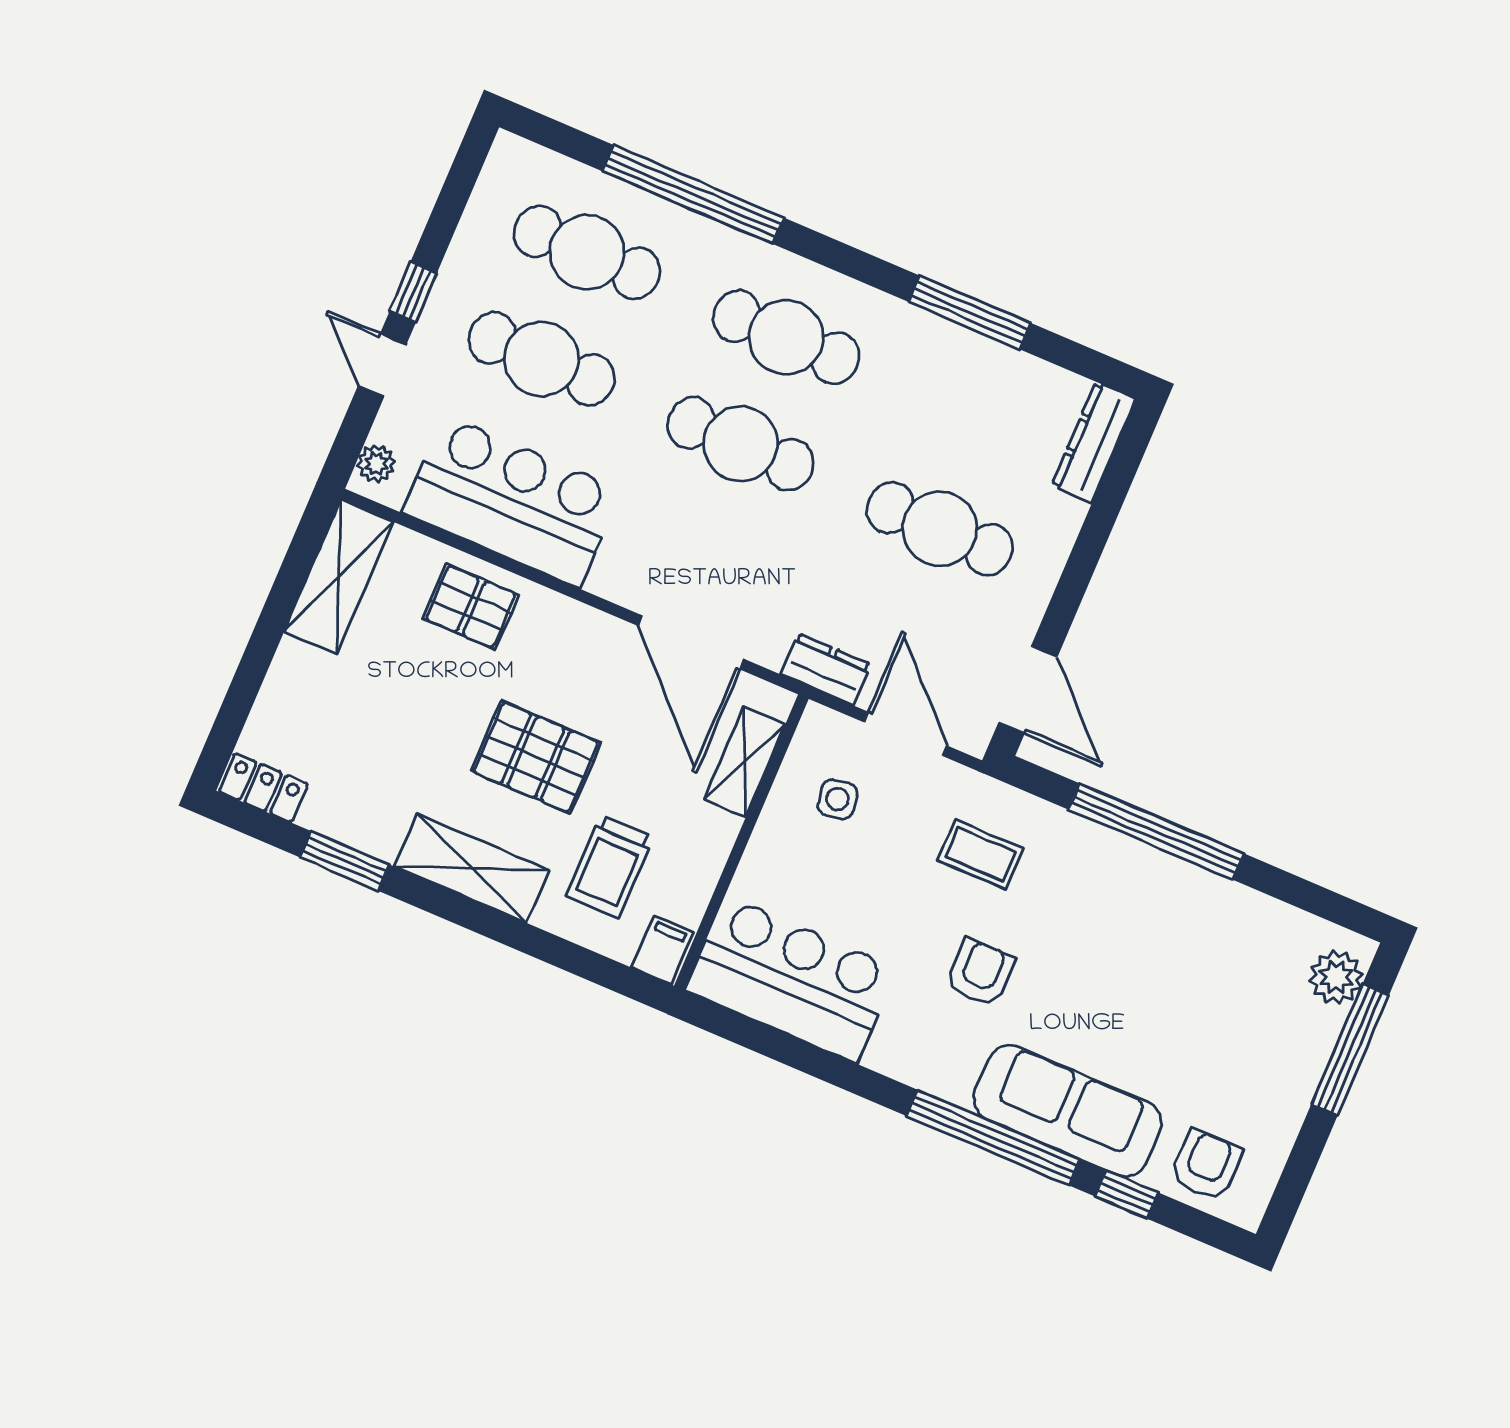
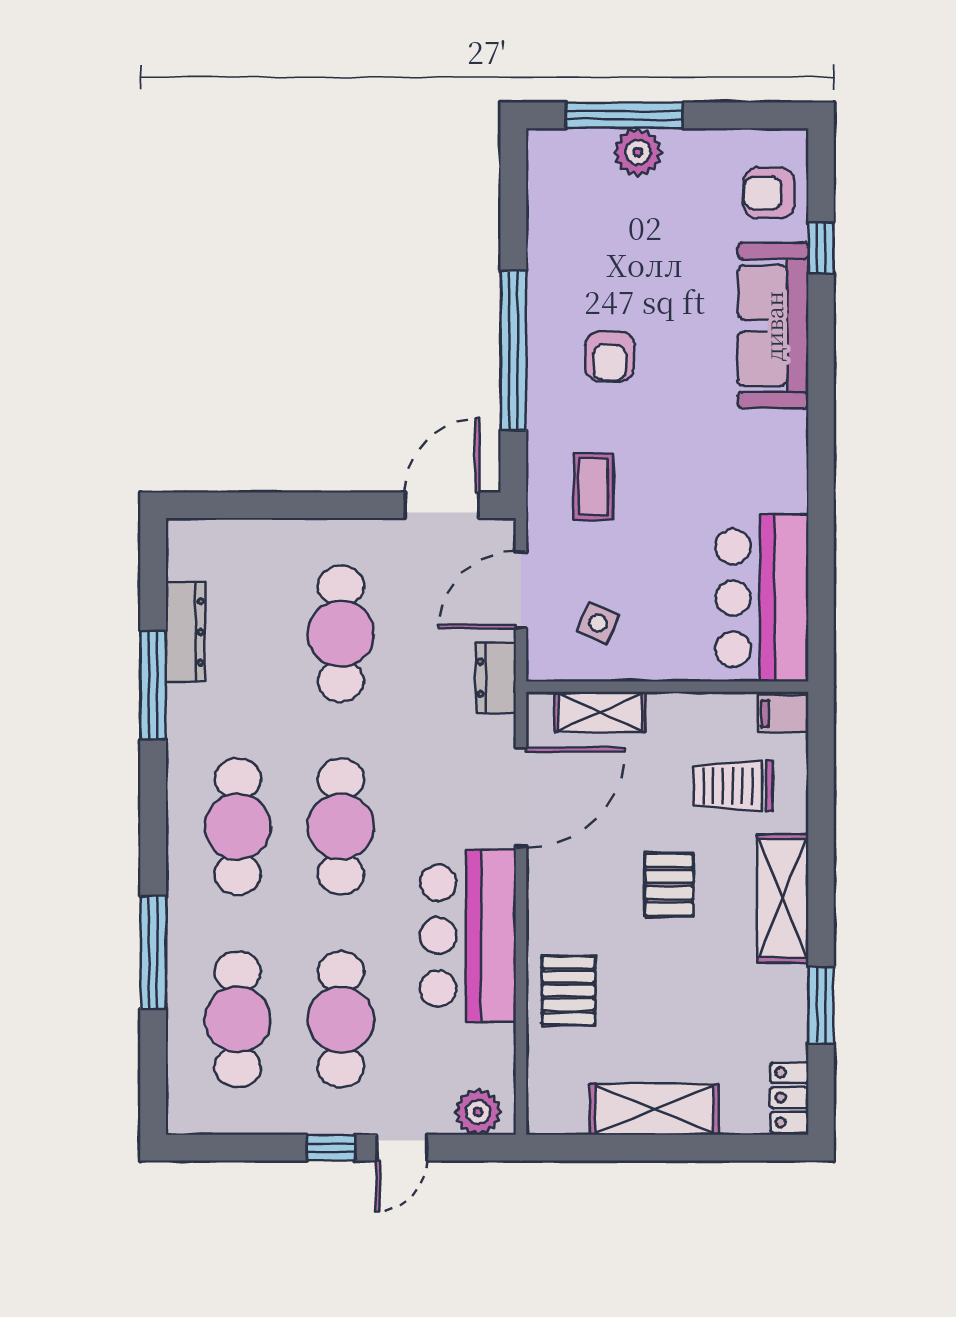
window: (693, 194) -> (153, 952), width x0.68
dresser: (1094, 442) -> (186, 632), moved, turned -90
plant: (376, 464) -> (478, 1112), width x1.38, depth x1.38
bar counter: (512, 501) -> (468, 936), moved
shelving: (339, 577) -> (654, 1109), moved
pallet: (536, 757) -> (669, 885), width x0.67, depth x0.71
side table: (838, 799) -> (598, 623), turned 32
trolley: (610, 867) -> (733, 786), turned 180
armchair: (980, 973) -> (610, 357), moved, turned -90
plant: (1336, 977) -> (638, 152), moved
window: (993, 1138) -> (821, 377), removed

